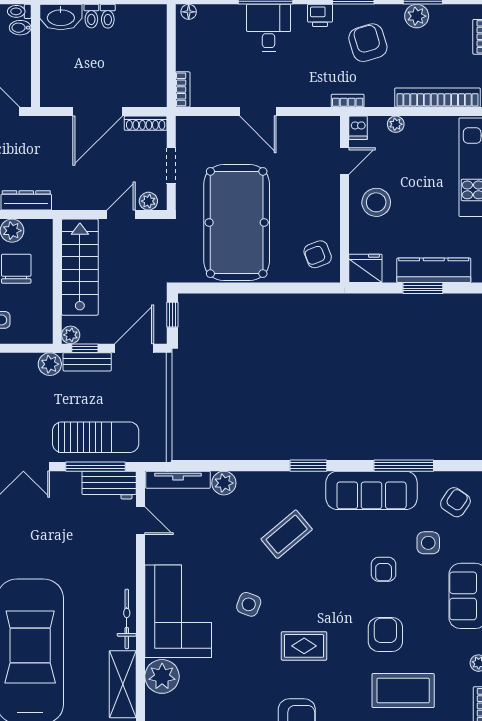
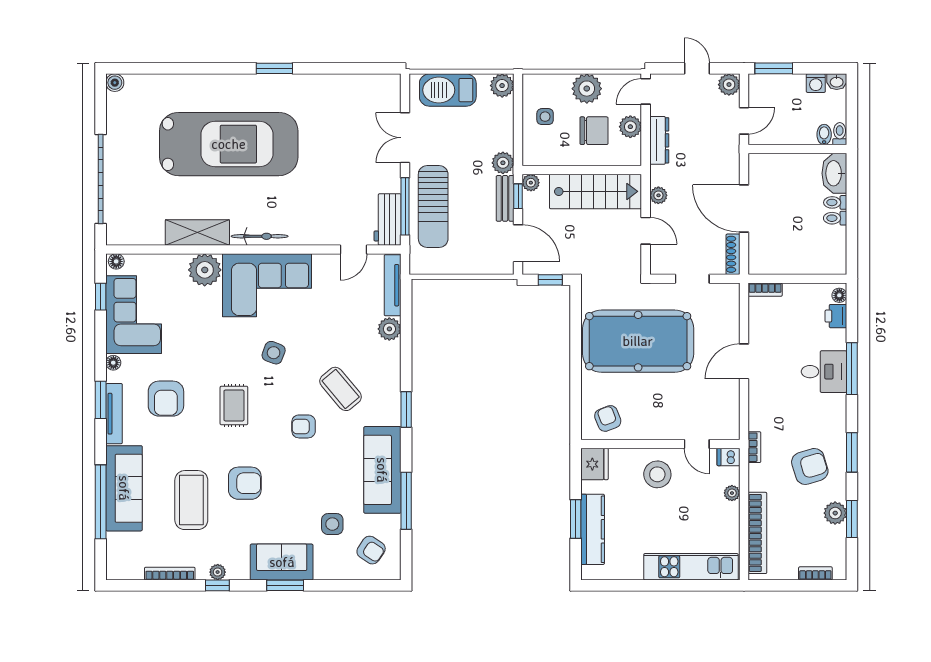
printer: (320, 15) -> (836, 316), moved
plant: (148, 201) -> (658, 195), moved
armchair: (384, 569) -> (304, 426), moved

